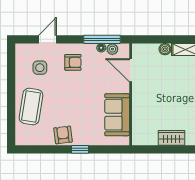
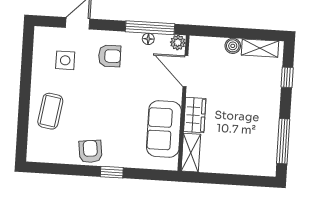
plant: (112, 49) -> (178, 42), moved
coffee table: (31, 106) -> (50, 111), width x0.73, depth x0.76
shelving: (138, 131) -> (191, 153), added
wardrobe: (171, 138) -> (195, 115), moved, turned 90

